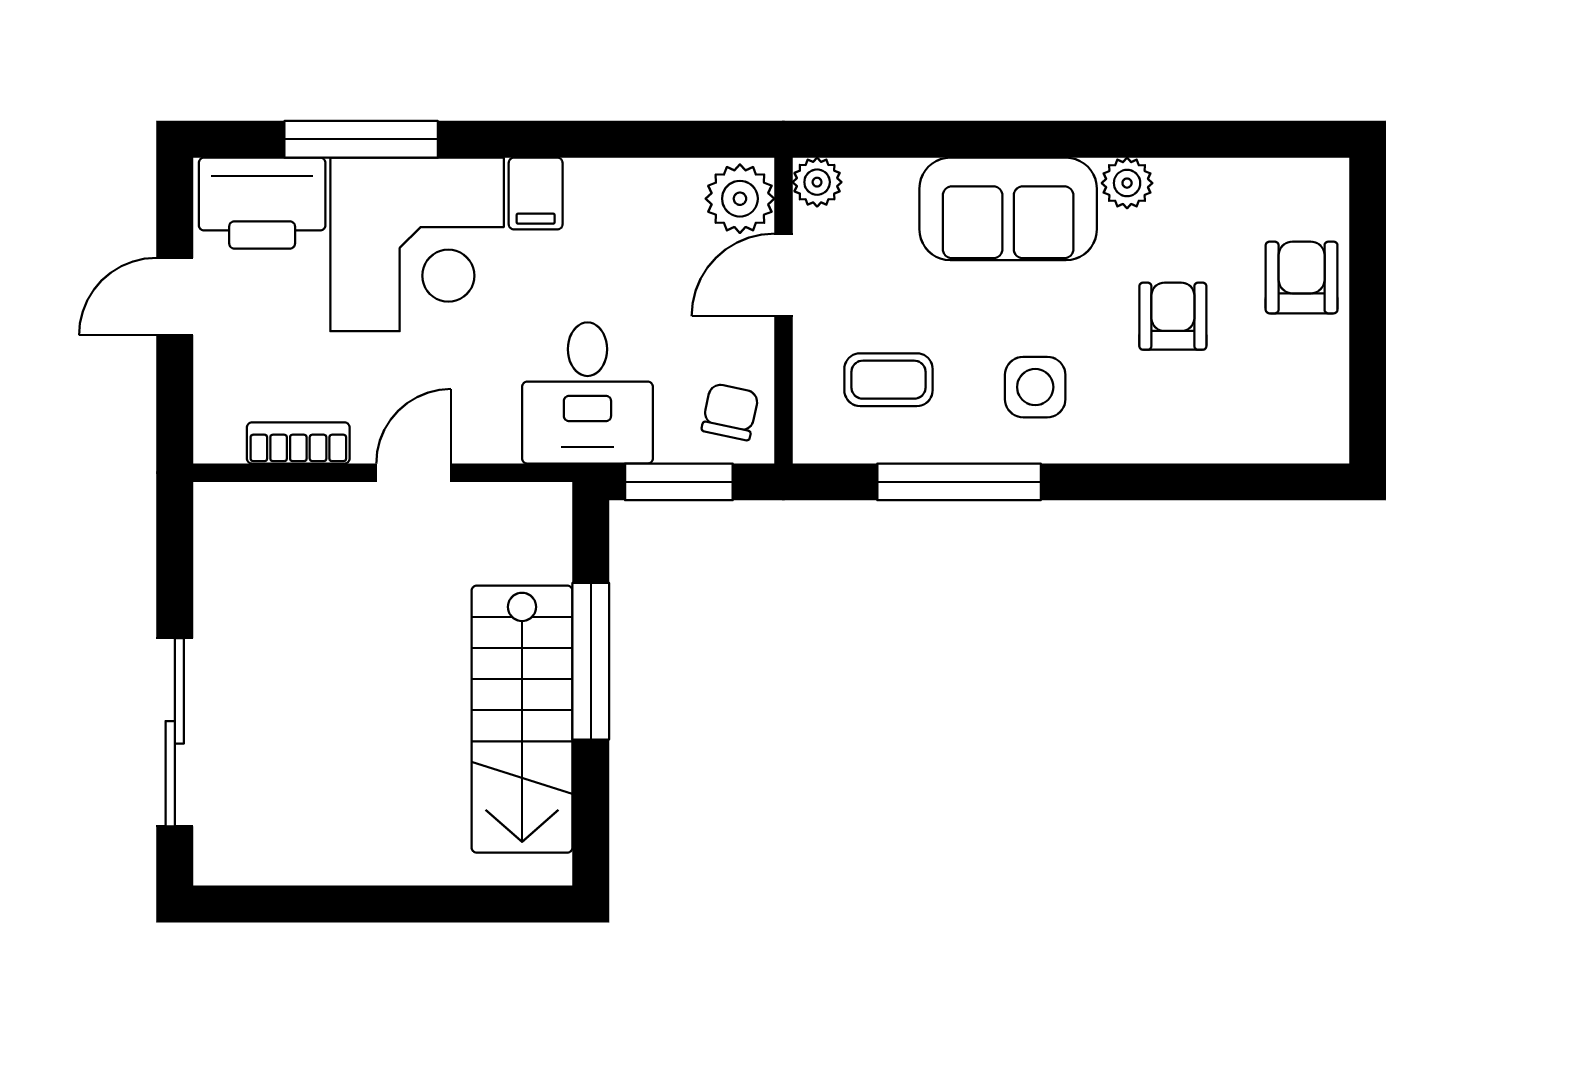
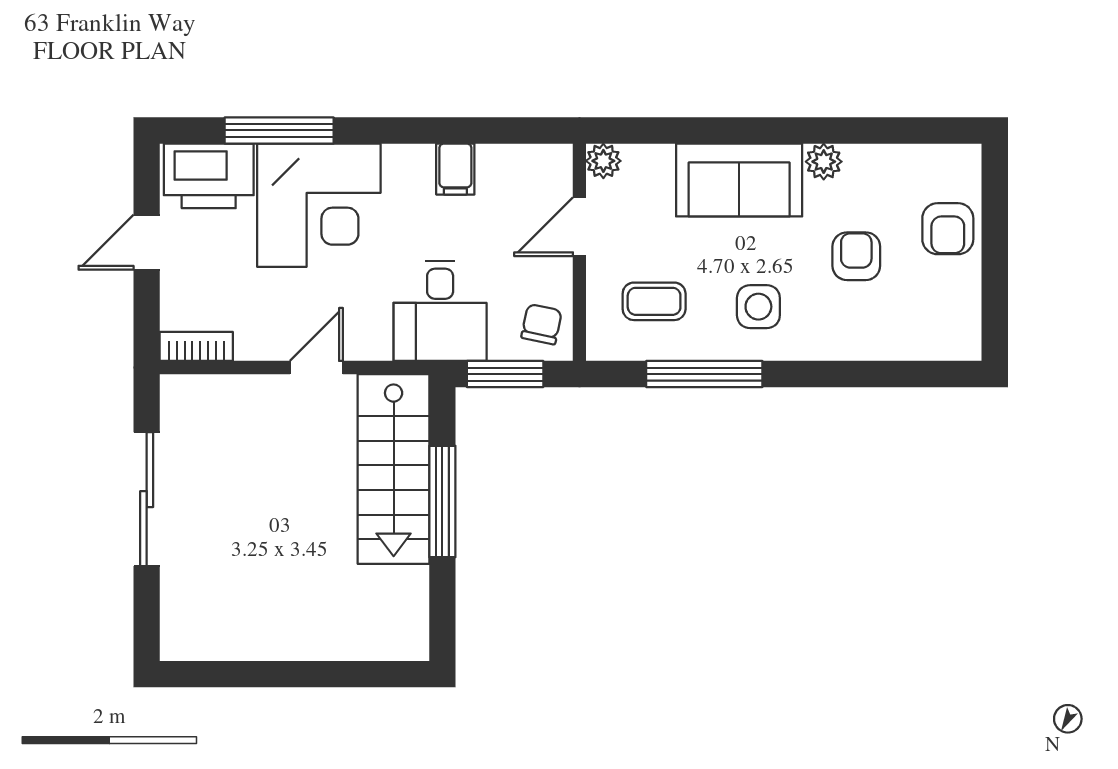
filing cabinet: (536, 194) -> (455, 169), moved
plant: (740, 199) -> (548, 173), removed
armchair: (1302, 277) -> (948, 229), turned 180
bookcase: (298, 443) -> (196, 346), moved
stairs: (522, 719) -> (394, 469), moved
sliding door: (175, 732) -> (147, 499), moved

